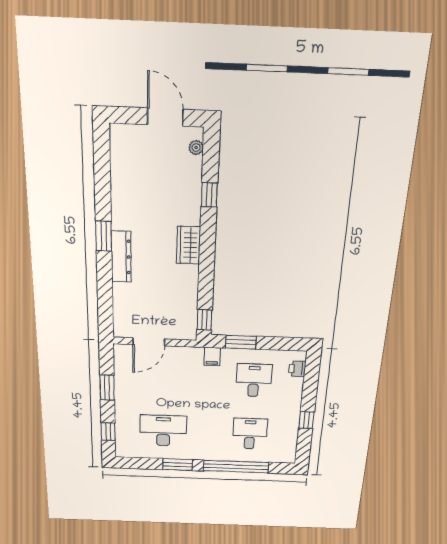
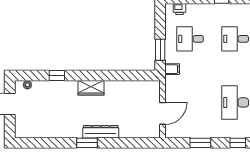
window: (204, 320) -> (144, 75), removed
door: (149, 342) -> (163, 113), hinge flipped

